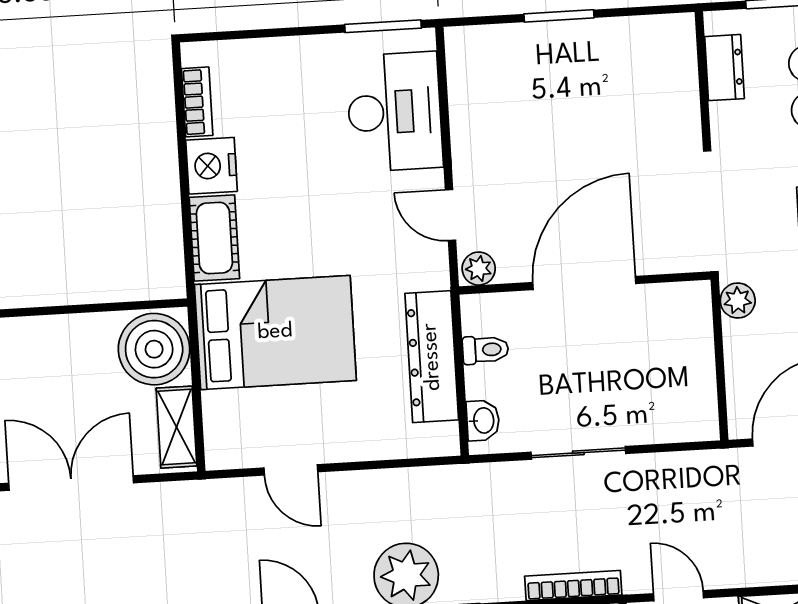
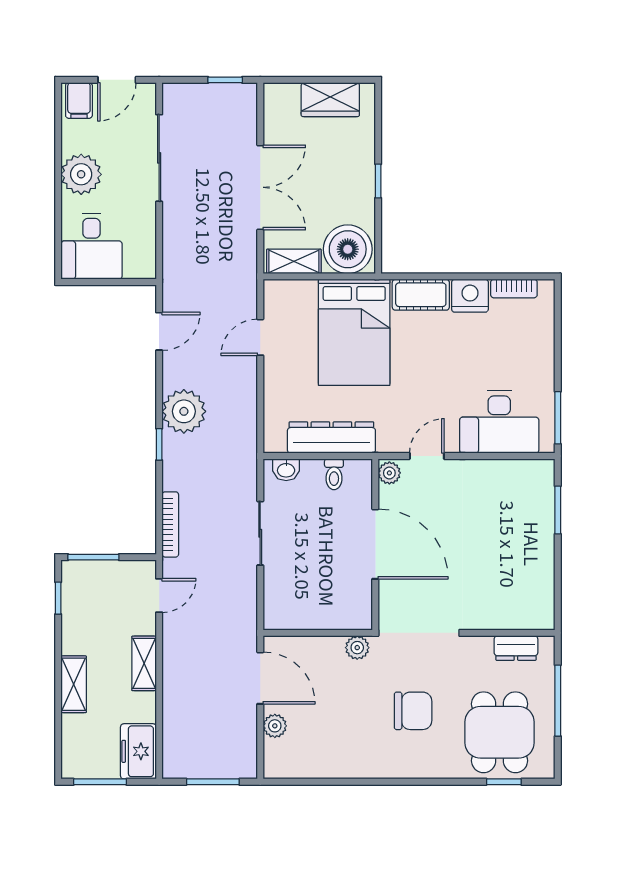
window: (559, 16) -> (558, 510), moved
window: (51, 311) -> (378, 181), added

